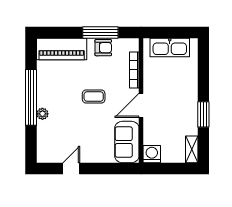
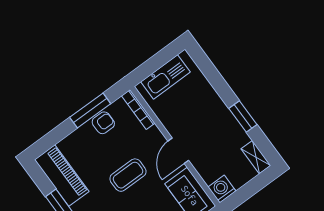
piano: (62, 49) -> (62, 176), moved, turned -90
bookcase: (134, 70) -> (138, 109), moved
coffee table: (94, 97) -> (128, 175), width x1.36, depth x1.30

